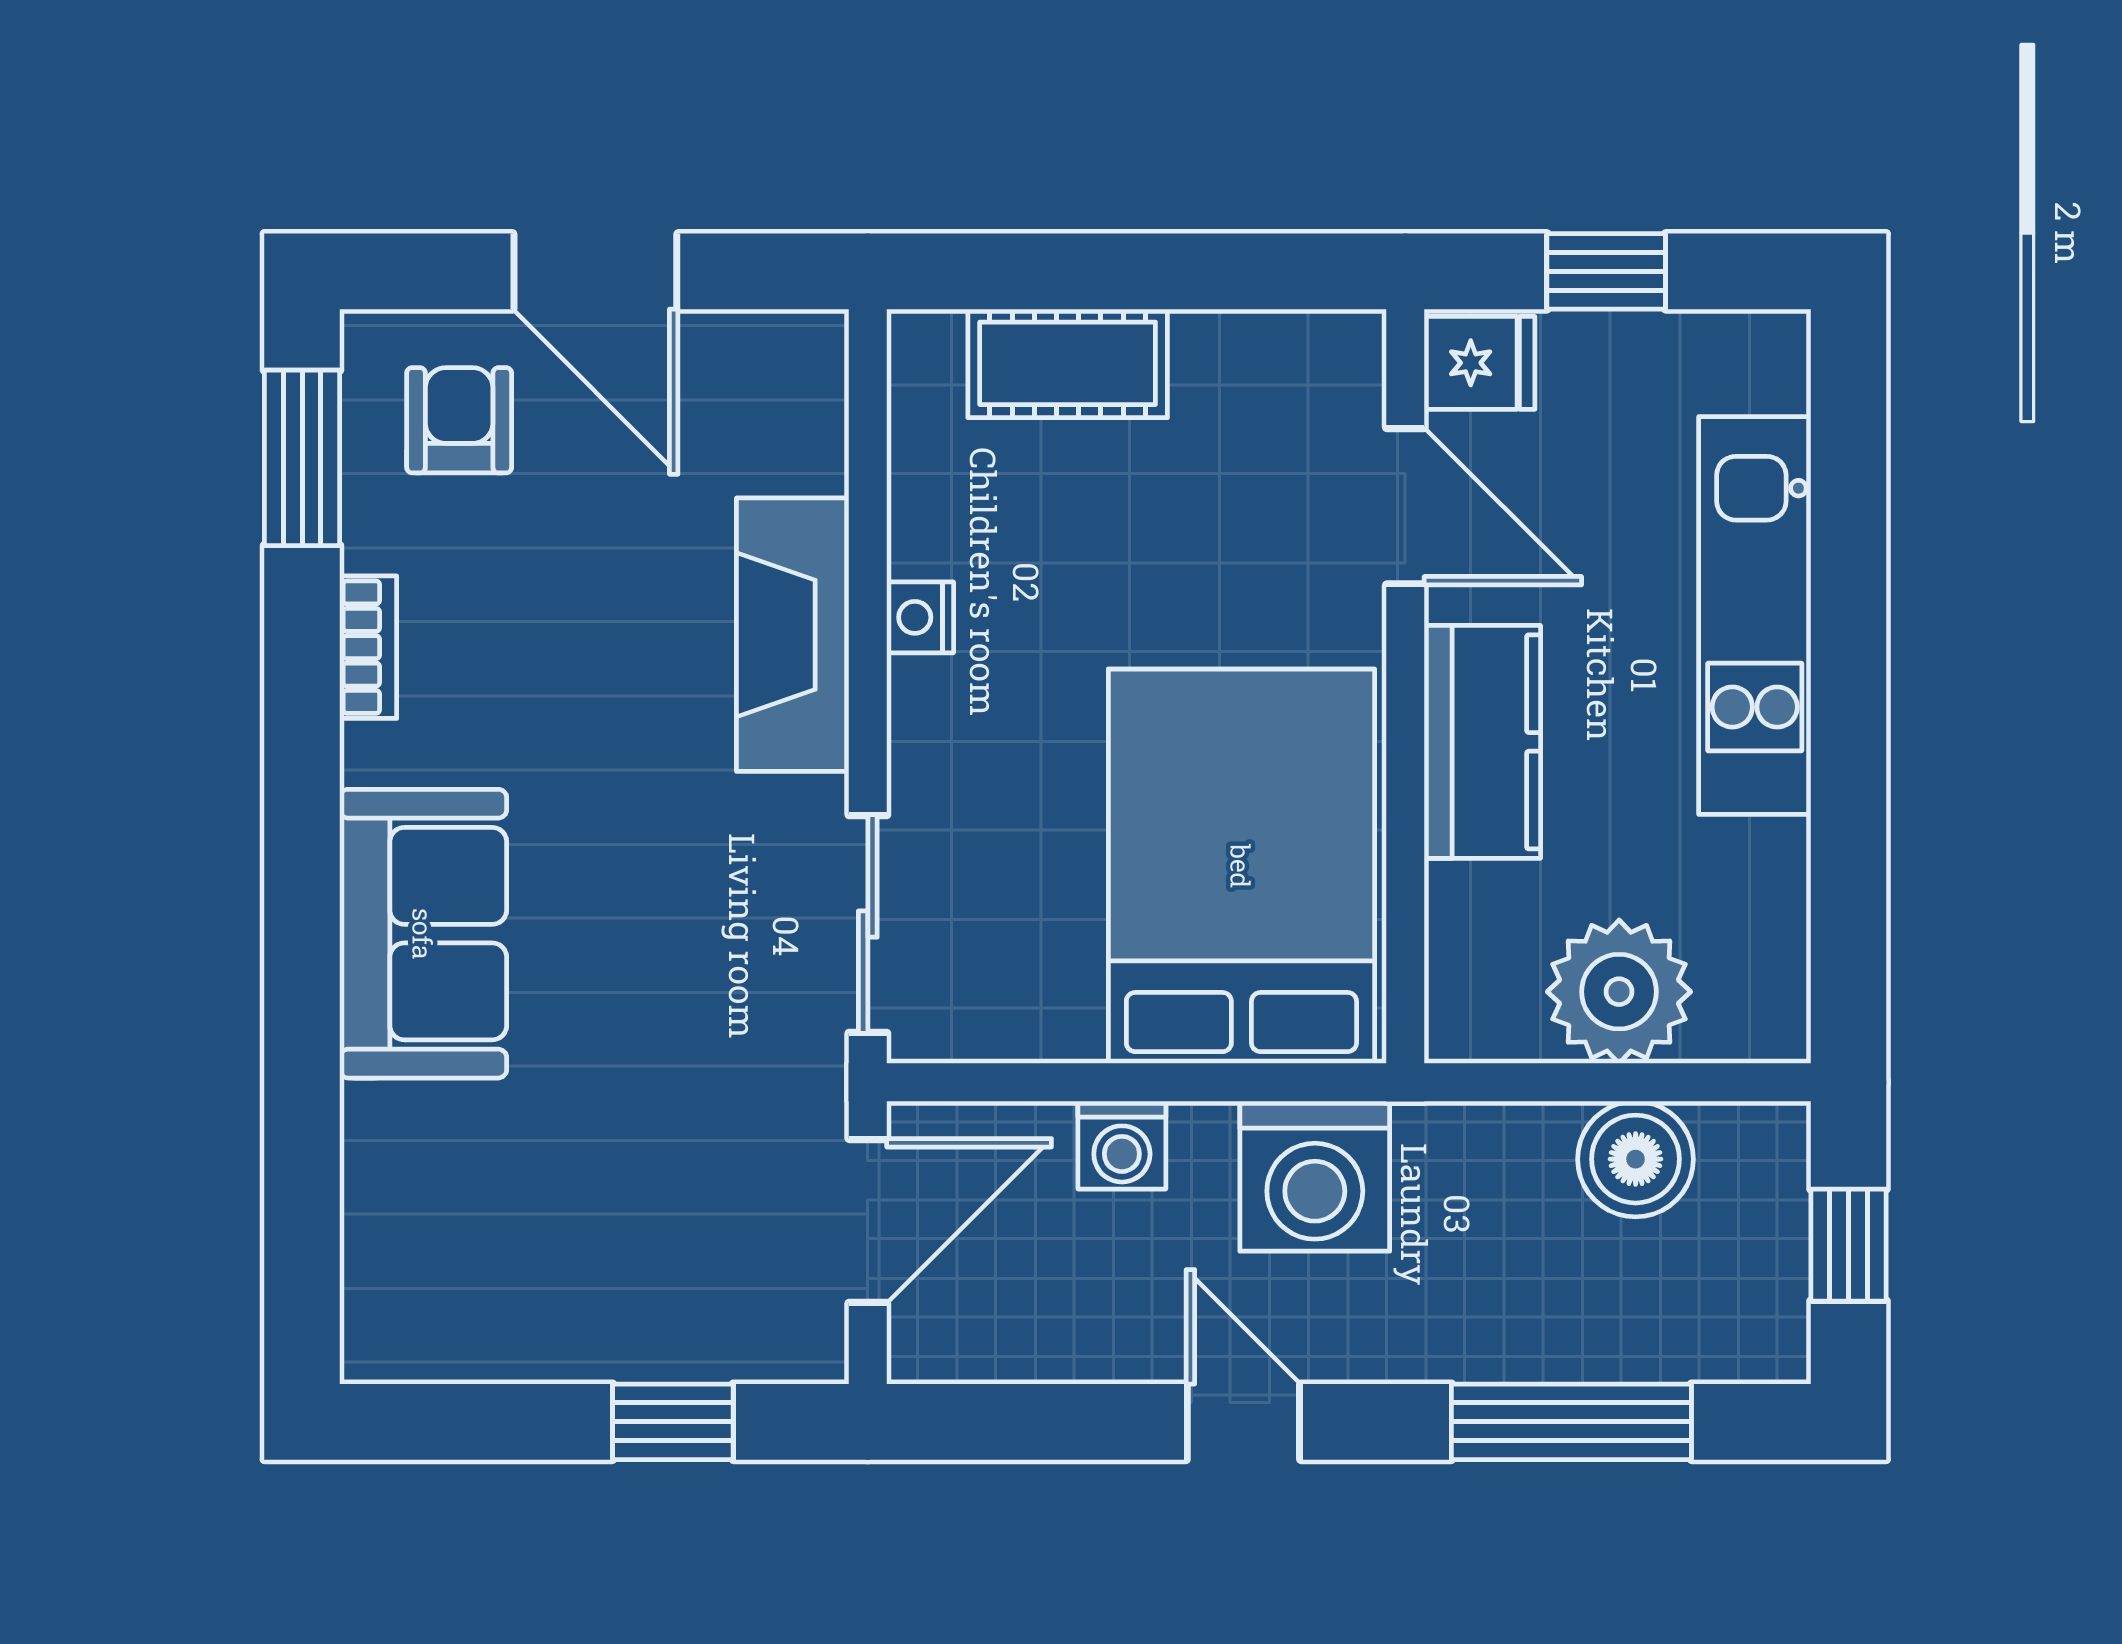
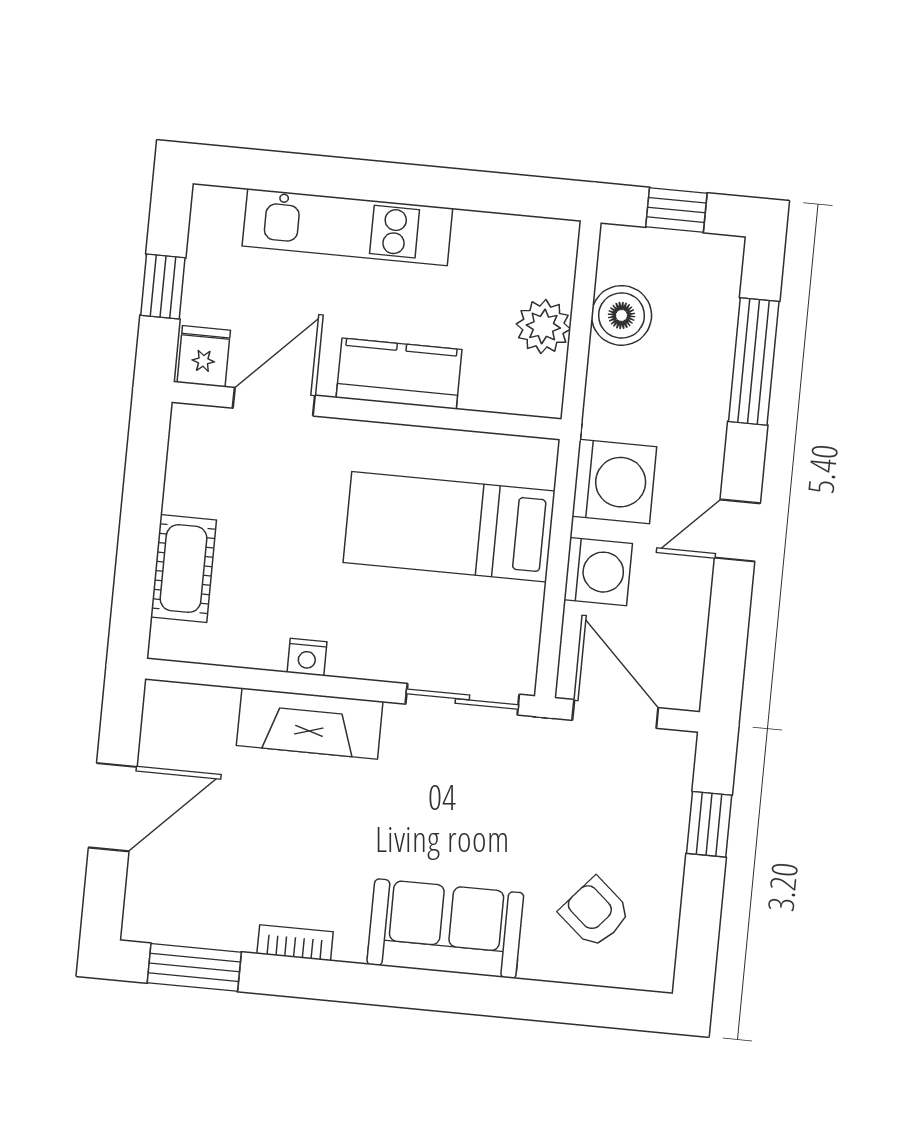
armchair: (459, 420) -> (595, 913), moved, turned 41
bed: (1241, 866) -> (449, 527), width x0.67
plant: (1619, 992) -> (543, 326), width x0.73, depth x0.73
washing machine: (1122, 1145) -> (598, 572), width x1.38, depth x1.38

